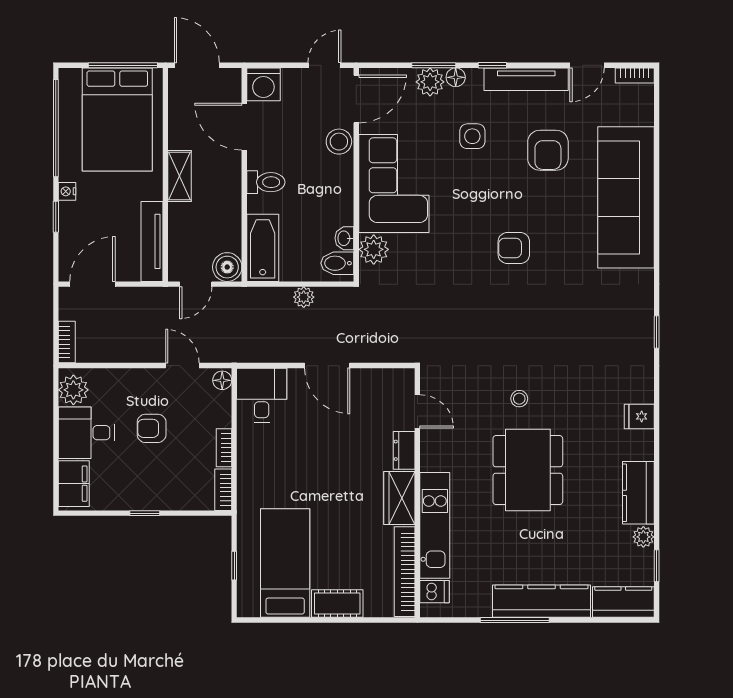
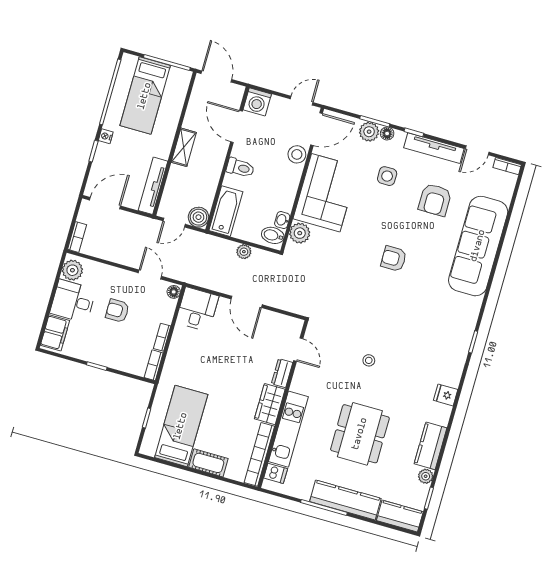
bed: (117, 119) -> (145, 96), width x0.67
dining table: (528, 470) -> (360, 434), moved

